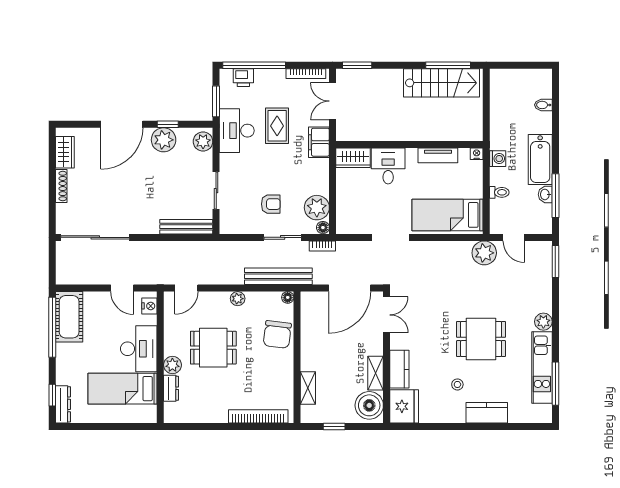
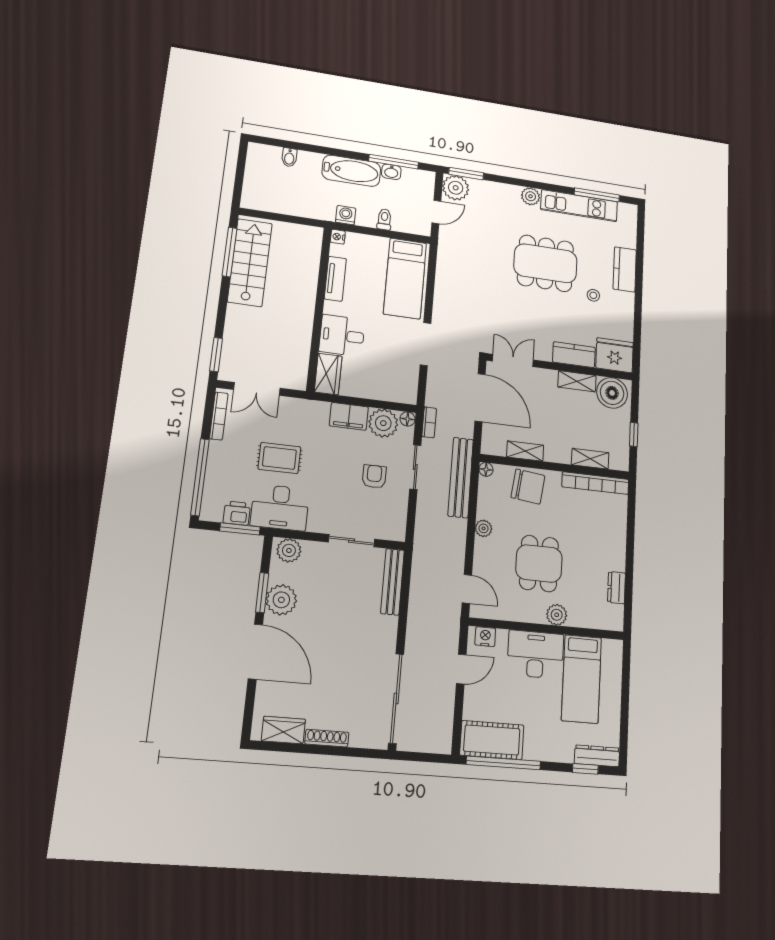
printer: (243, 78) -> (237, 513), moved, turned -90
window: (168, 124) -> (262, 593), width x1.50
filing cabinet: (319, 142) -> (349, 416), moved
plant: (484, 253) -> (456, 188), moved
shelving: (308, 330) -> (525, 451), added
dining table: (481, 339) -> (545, 263), width x1.38
dresser: (171, 388) -> (616, 588), moved, turned -90
bookcase: (258, 416) -> (595, 483), moved, turned -90

